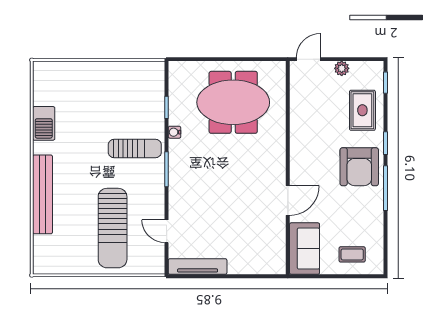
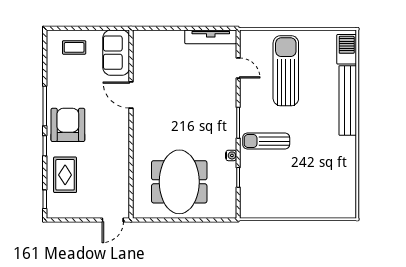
plant: (342, 68) -> (83, 212), removed
meeting table: (233, 102) -> (179, 182), turned 90
barbecue: (44, 123) -> (347, 49), moved
door: (288, 200) -> (131, 95), hinge flipped

